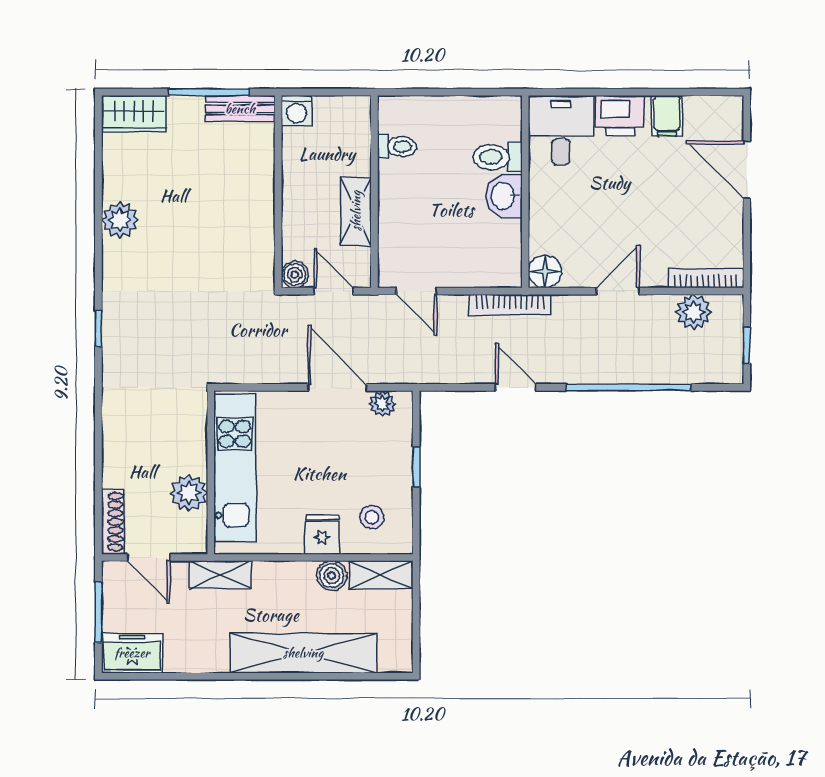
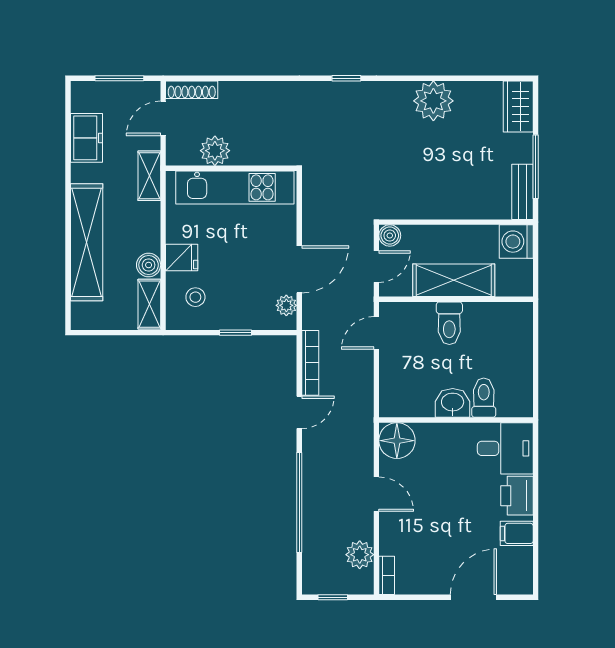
washing machine: (297, 111) -> (516, 242), width x1.38, depth x1.38
toilet: (397, 147) -> (449, 323), moved, width x1.37, depth x1.39
shelving: (356, 211) -> (454, 280), width x1.50, depth x1.33
plant: (120, 220) -> (433, 101), width x1.36, depth x1.36
floor lamp: (545, 272) -> (397, 441), width x1.38, depth x1.38
bookcase: (706, 278) -> (387, 575), width x0.64
bookcase: (510, 305) -> (310, 363), moved, turned 180
freezer: (132, 653) -> (87, 138), moved

